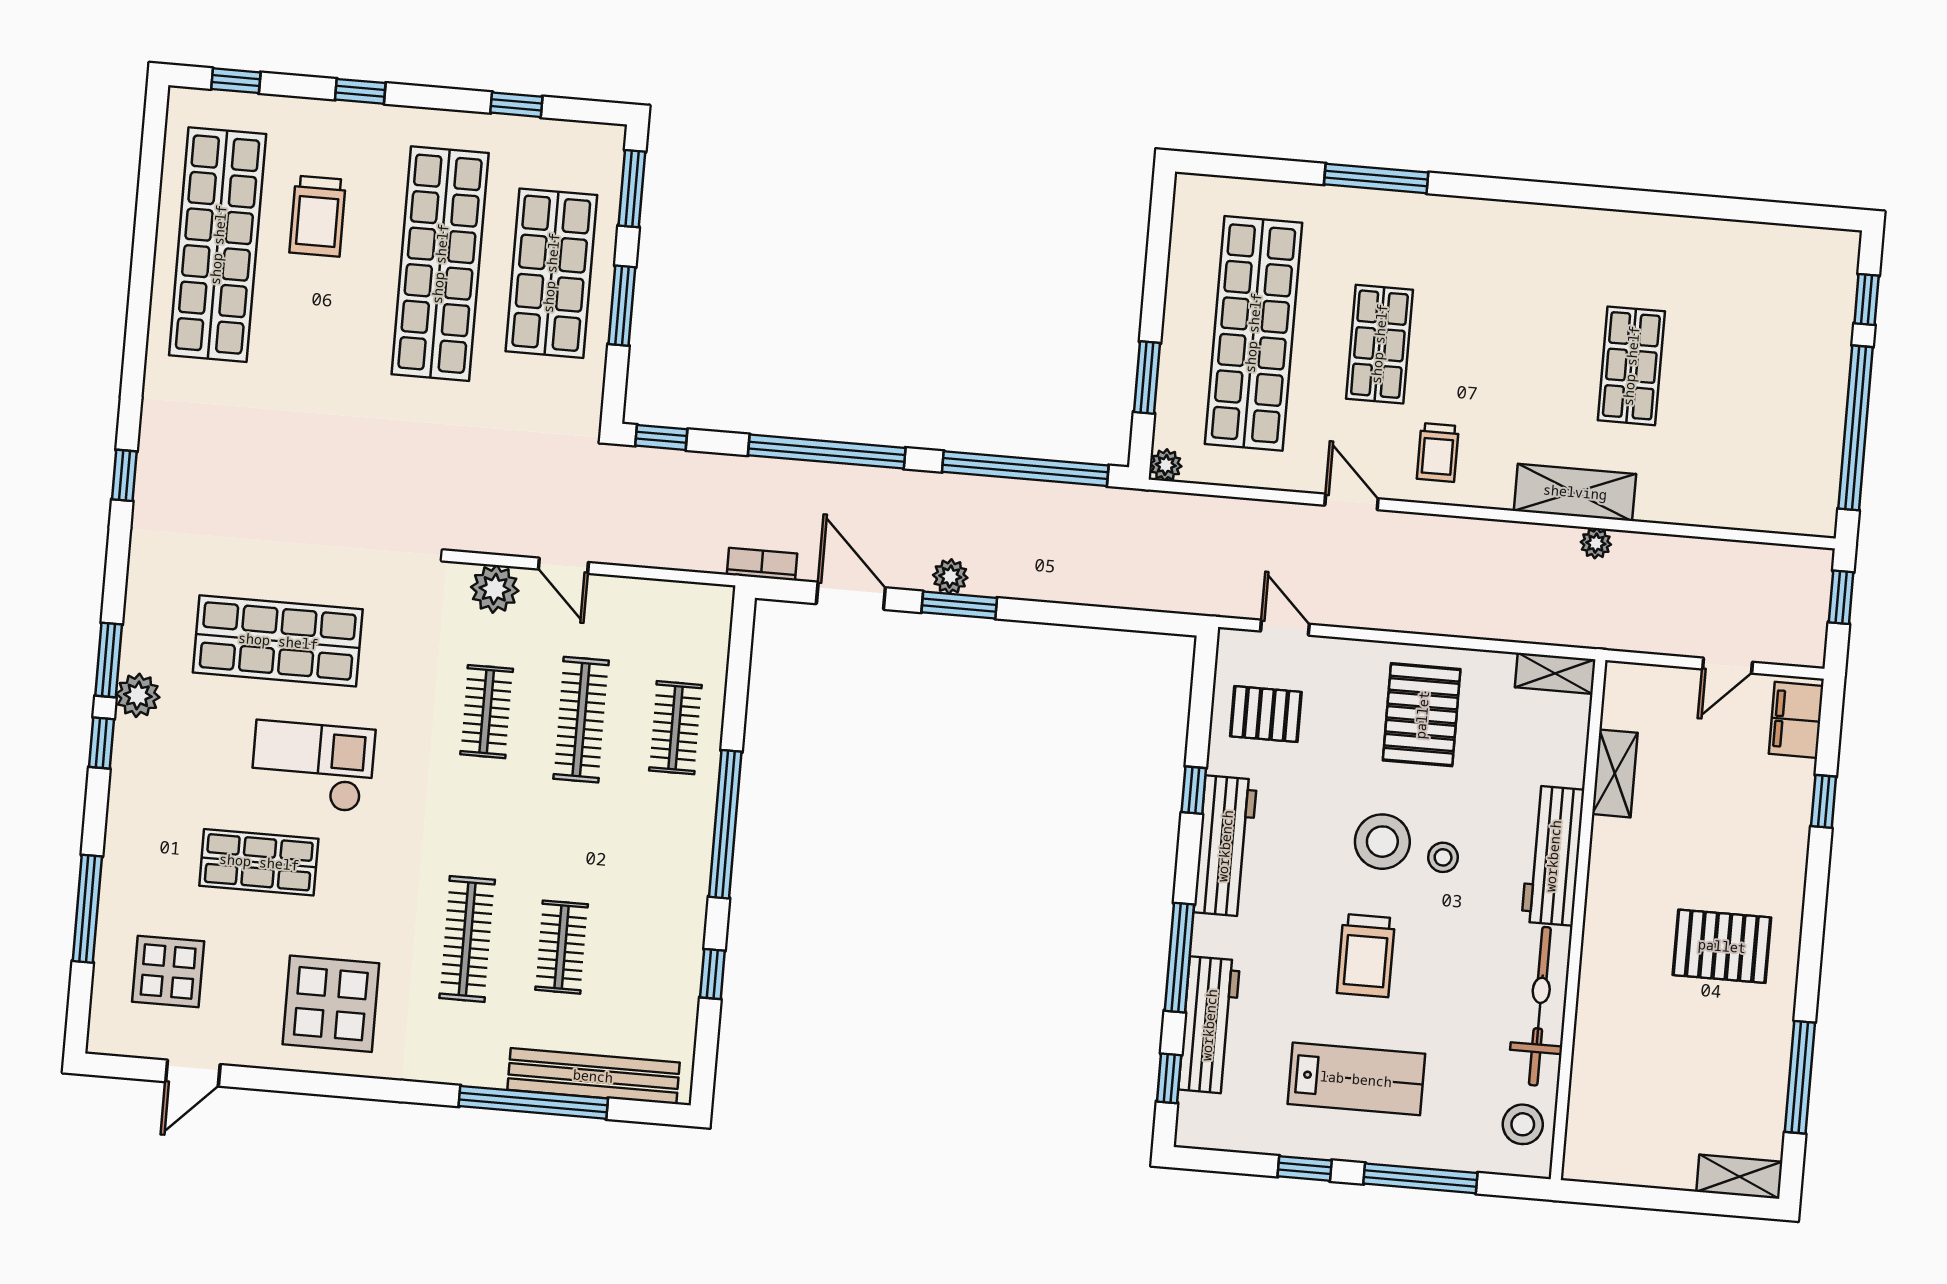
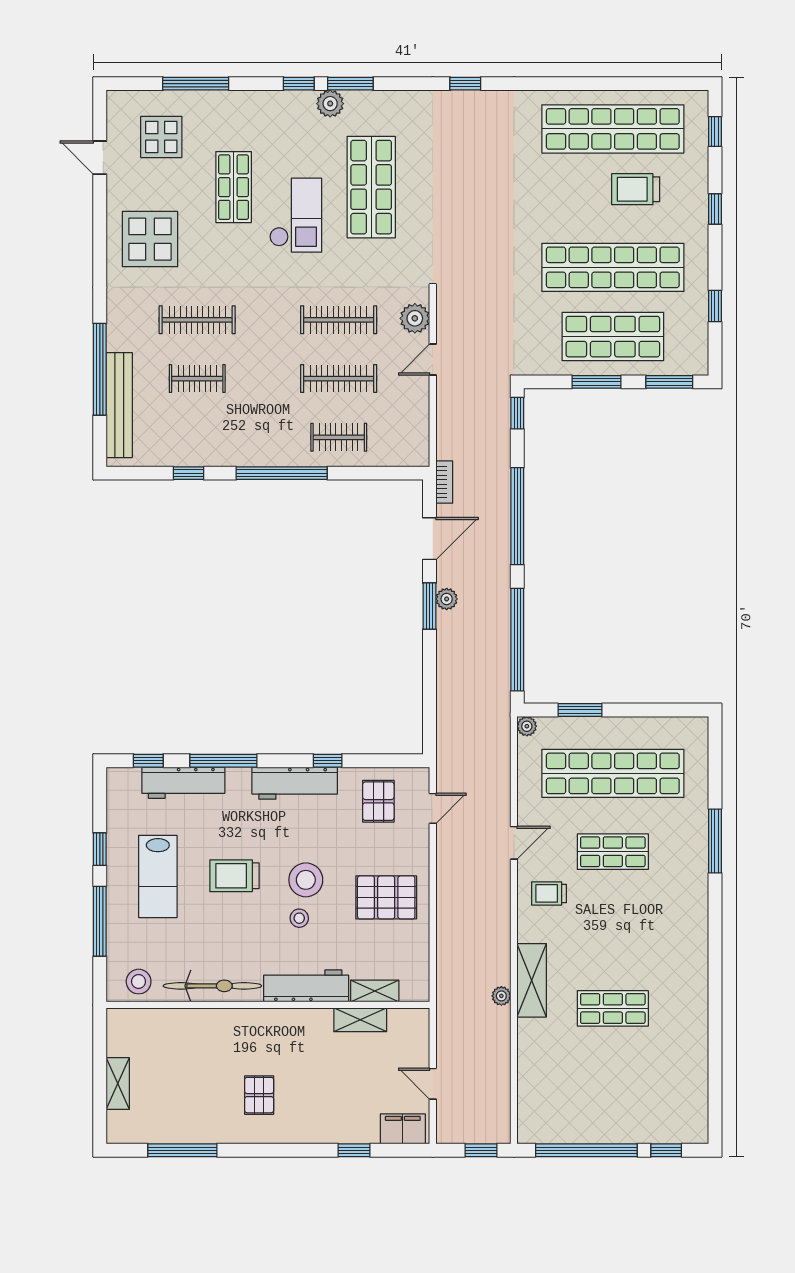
shelving: (1555, 673) -> (375, 991), moved, turned 90
clothes rail: (487, 712) -> (339, 320), width x1.36
pallet: (1722, 946) -> (259, 1095), width x0.67, depth x0.71
shelving: (1739, 1177) -> (118, 1084), moved

